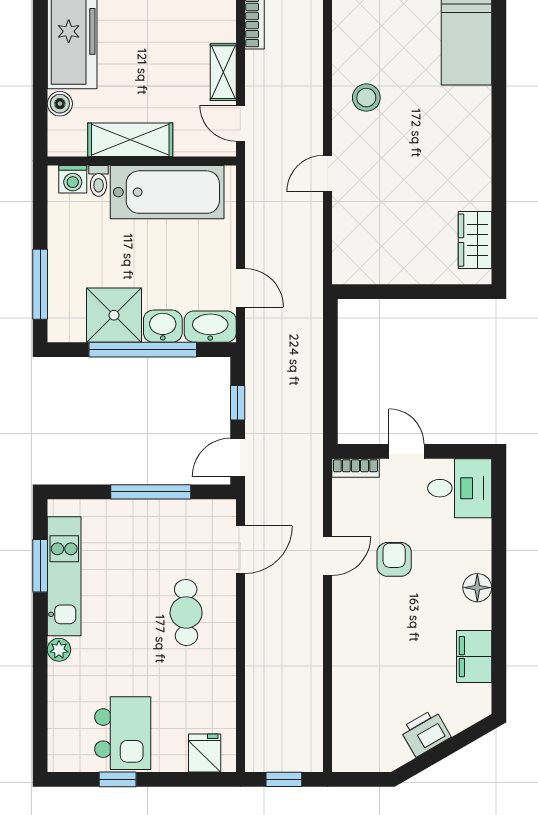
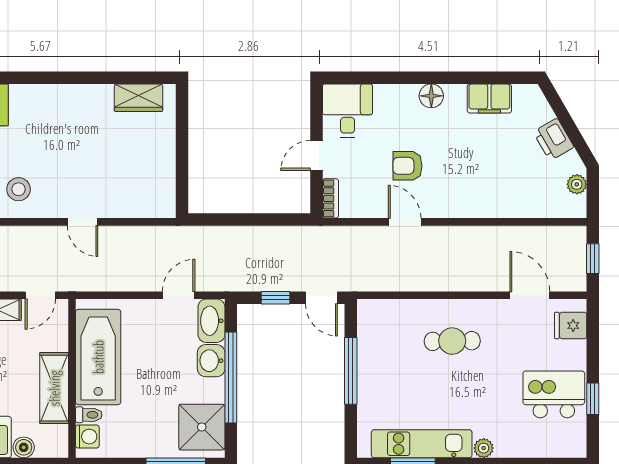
shower: (114, 315) -> (202, 427), moved
door: (240, 550) -> (530, 295), moved
plant: (372, 760) -> (577, 184), added

